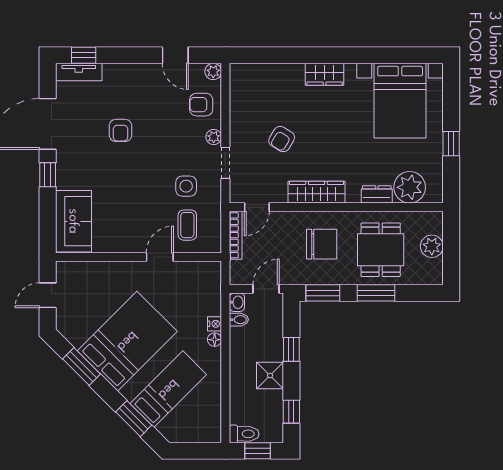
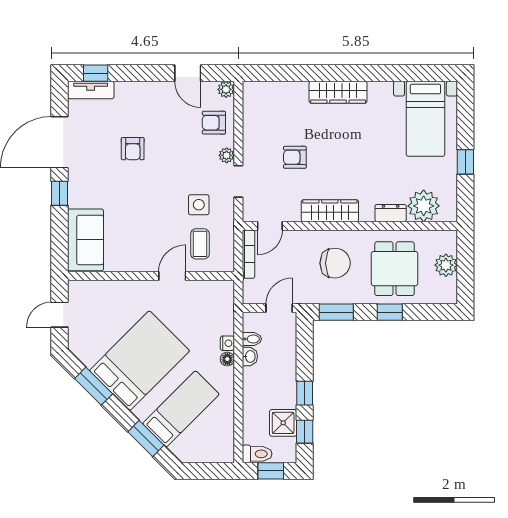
wardrobe: (325, 74) -> (338, 92), width x1.50
bed with nightstands: (400, 101) -> (425, 119), width x0.73
armchair: (282, 139) -> (295, 157), turned 59
window: (376, 293) -> (390, 312), width x0.67
washbasin: (237, 302) -> (250, 356), moved
window: (291, 349) -> (305, 393), moved
shower: (270, 375) -> (283, 423), moved

